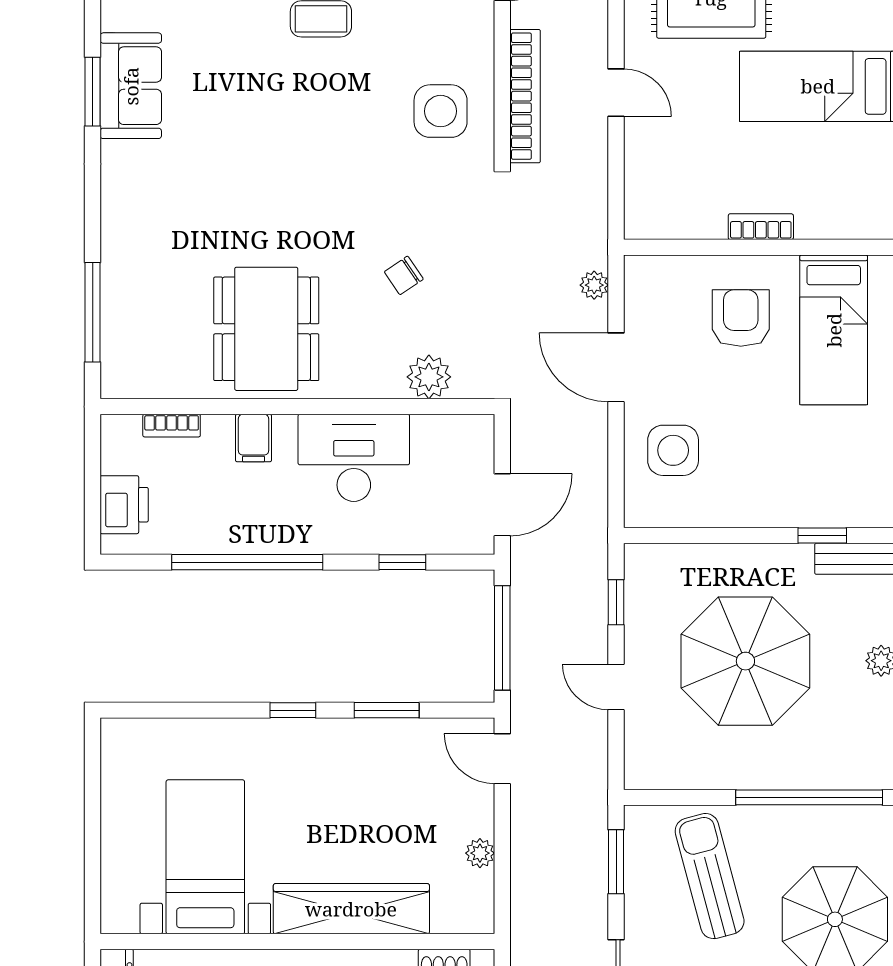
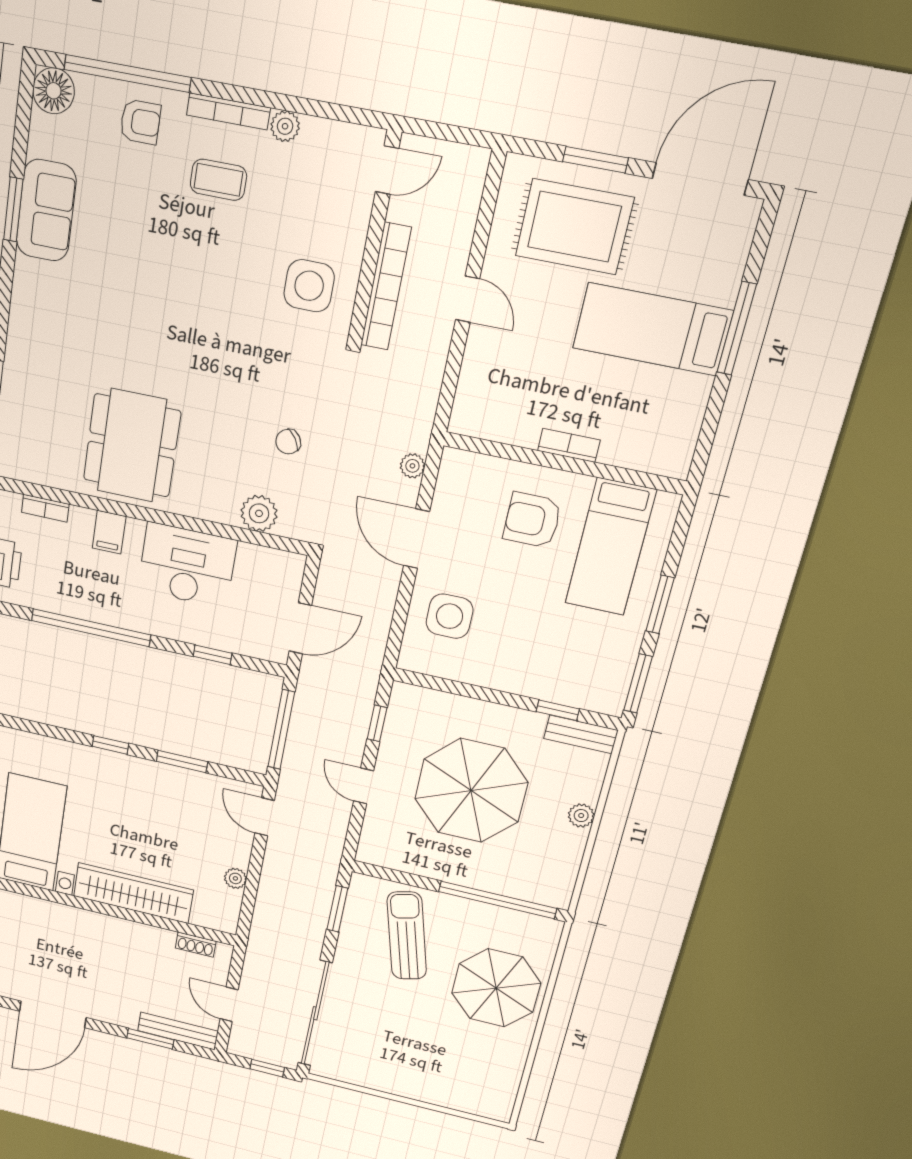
chair: (404, 275) -> (288, 442), moved
armchair: (741, 318) -> (532, 520), turned -90

